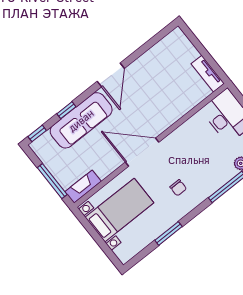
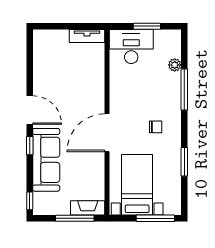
window: (66, 110) -> (30, 146), moved
fireplace: (83, 187) -> (88, 208), moved, turned 90
window: (104, 246) -> (155, 218), added

